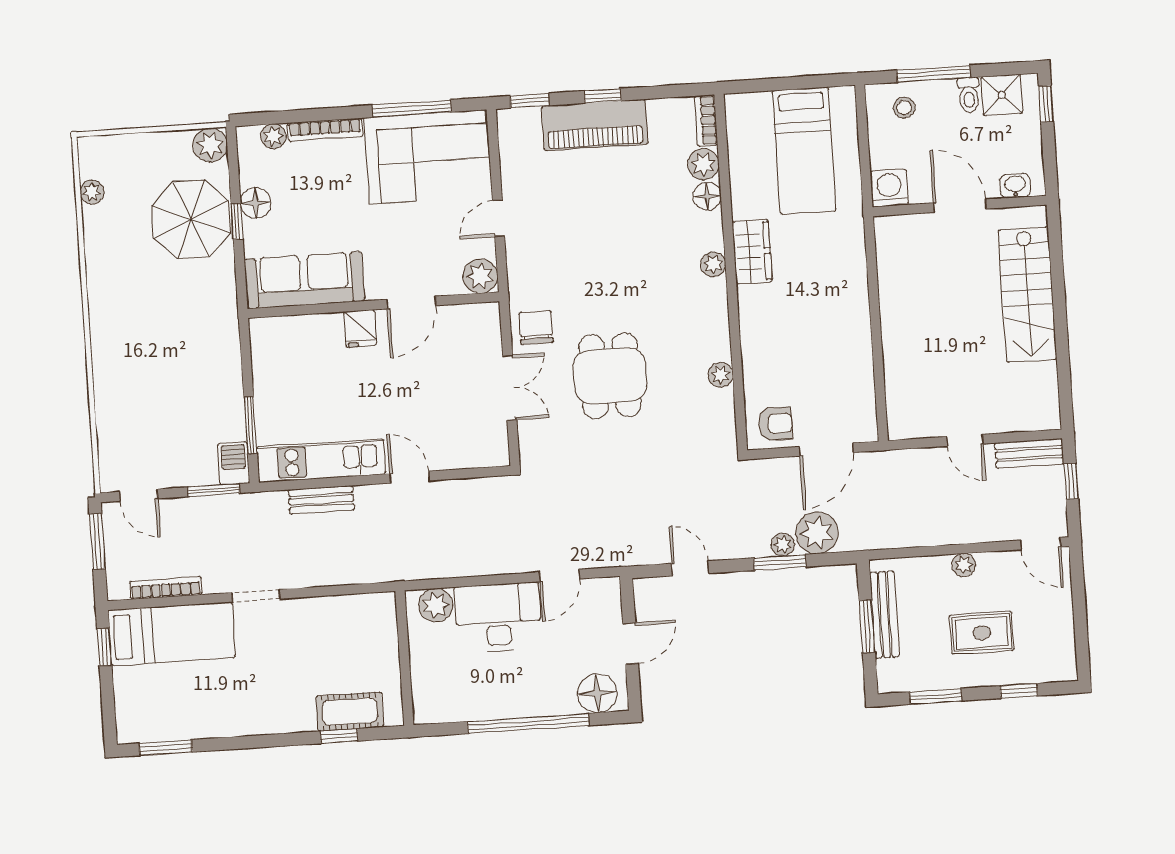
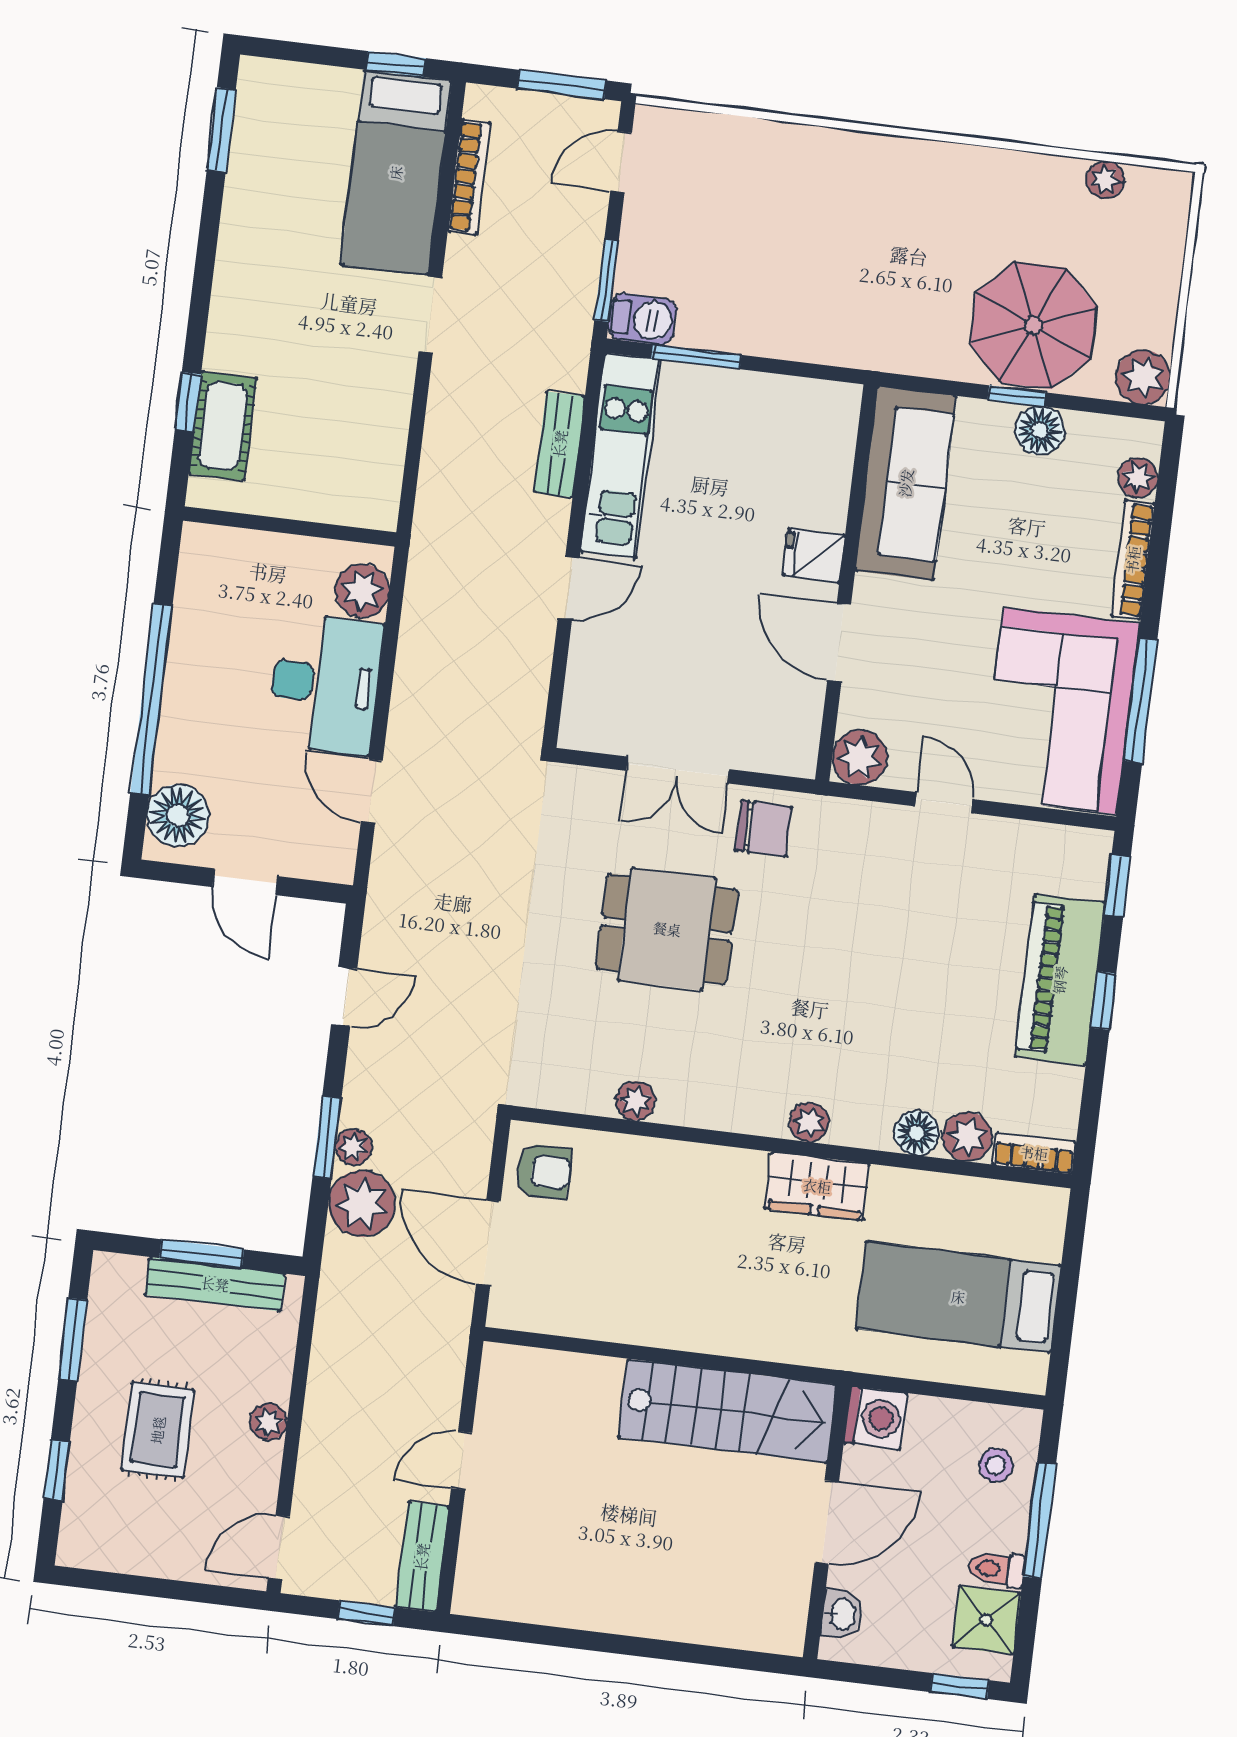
stairs: (1027, 295) -> (727, 1411), moved, turned 180
armchair: (775, 424) -> (543, 1171), turned -90

